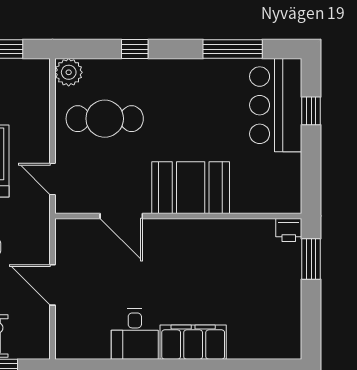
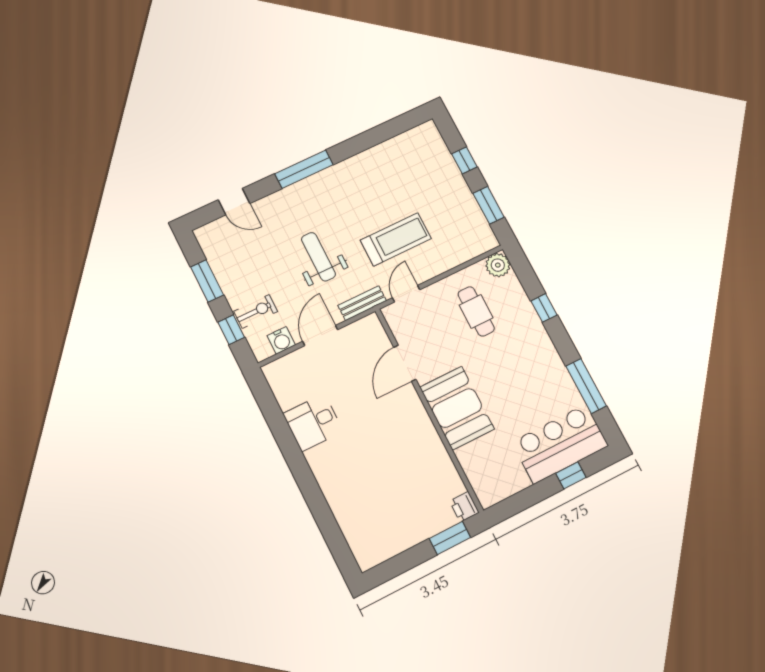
cafe table: (105, 119) -> (476, 311), width x0.73, depth x0.74
bench: (41, 227) -> (362, 303), added
water cooler: (39, 325) -> (281, 340), added
filing cabinet: (193, 342) -> (331, 474), removed

